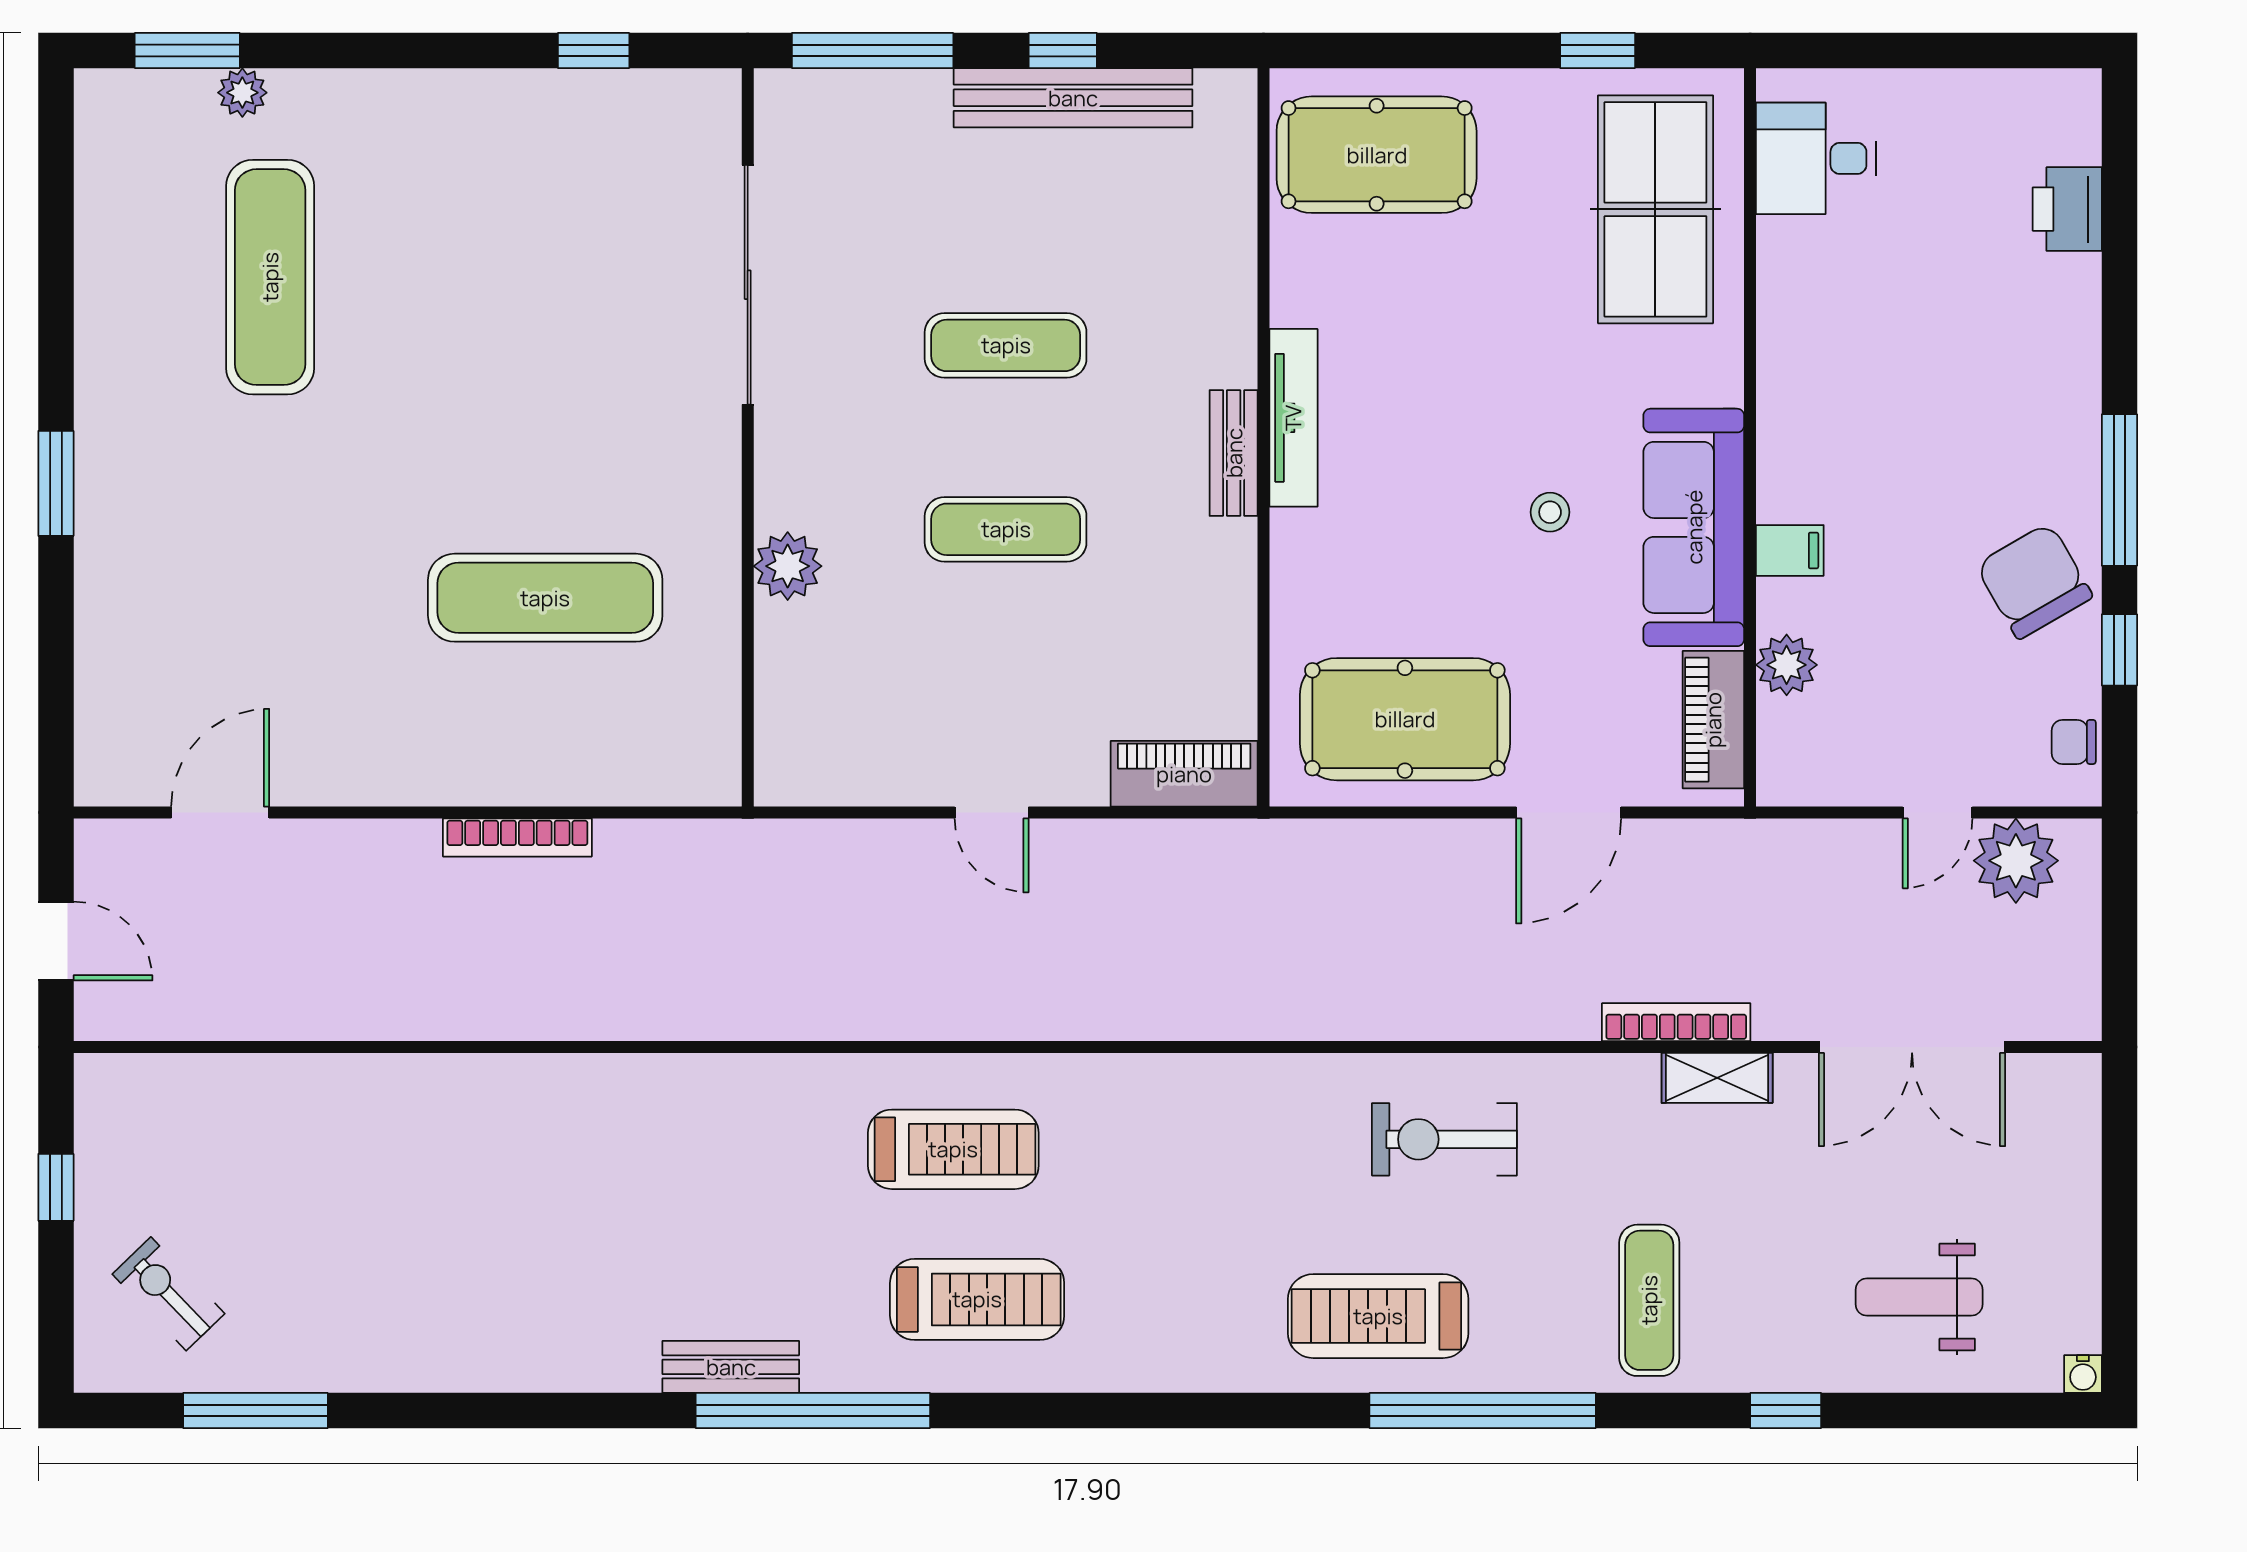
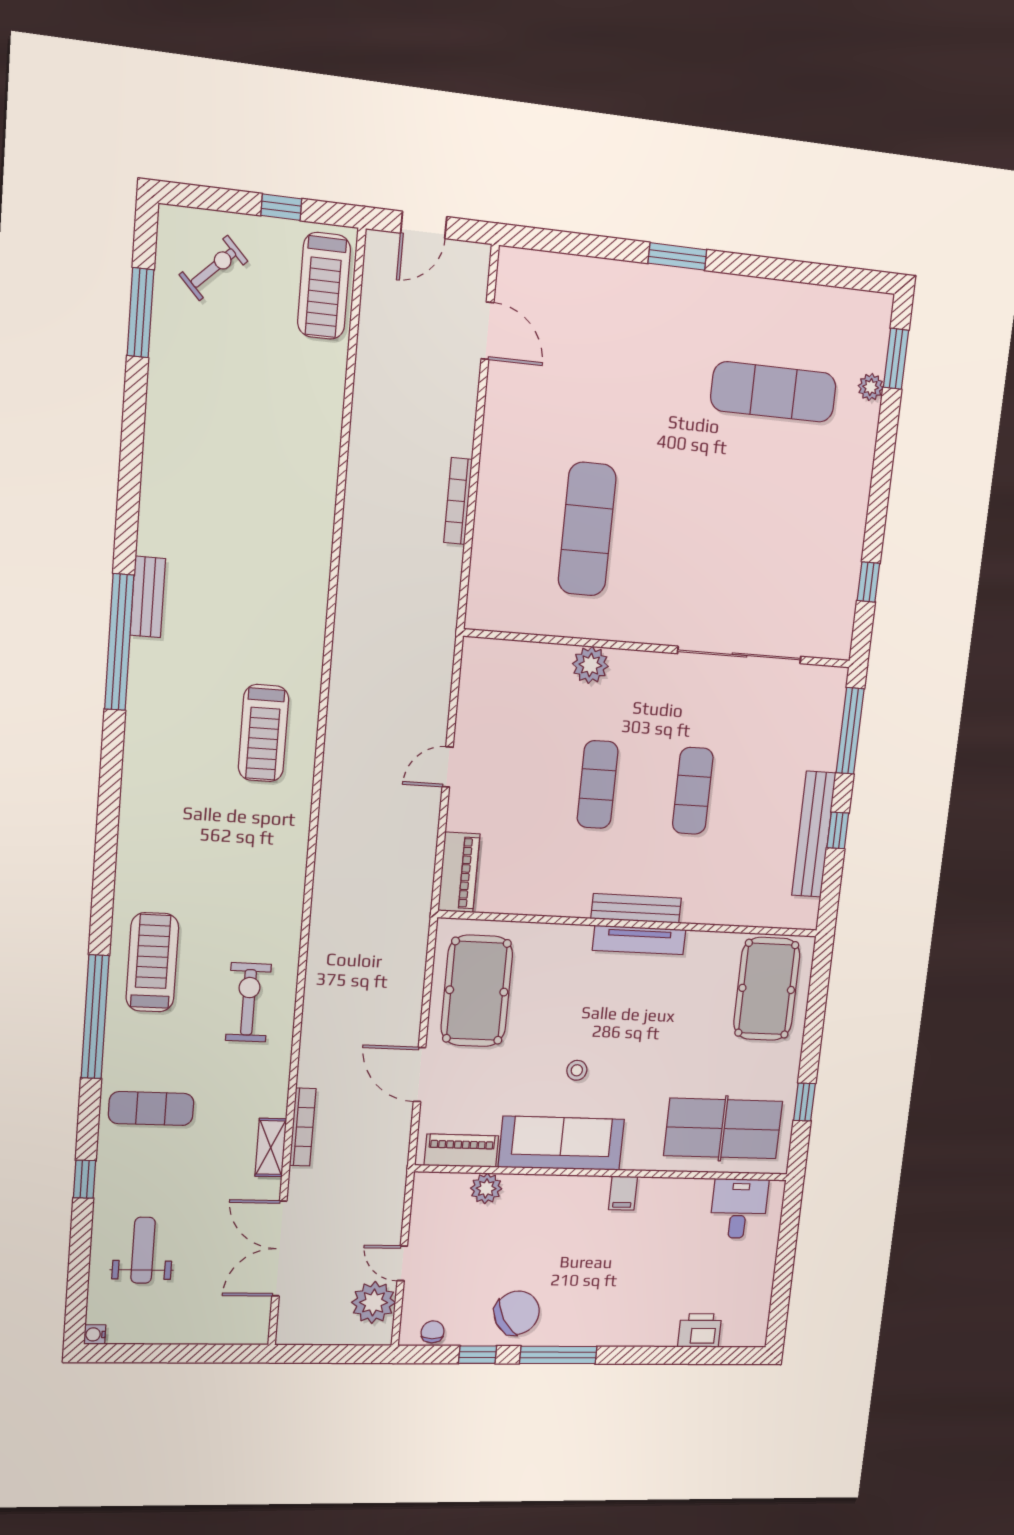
bench: (1234, 453) -> (636, 908), width x1.36
filing cabinet: (1790, 550) -> (623, 1193), moved
treadmill: (977, 1299) -> (324, 286), moved

